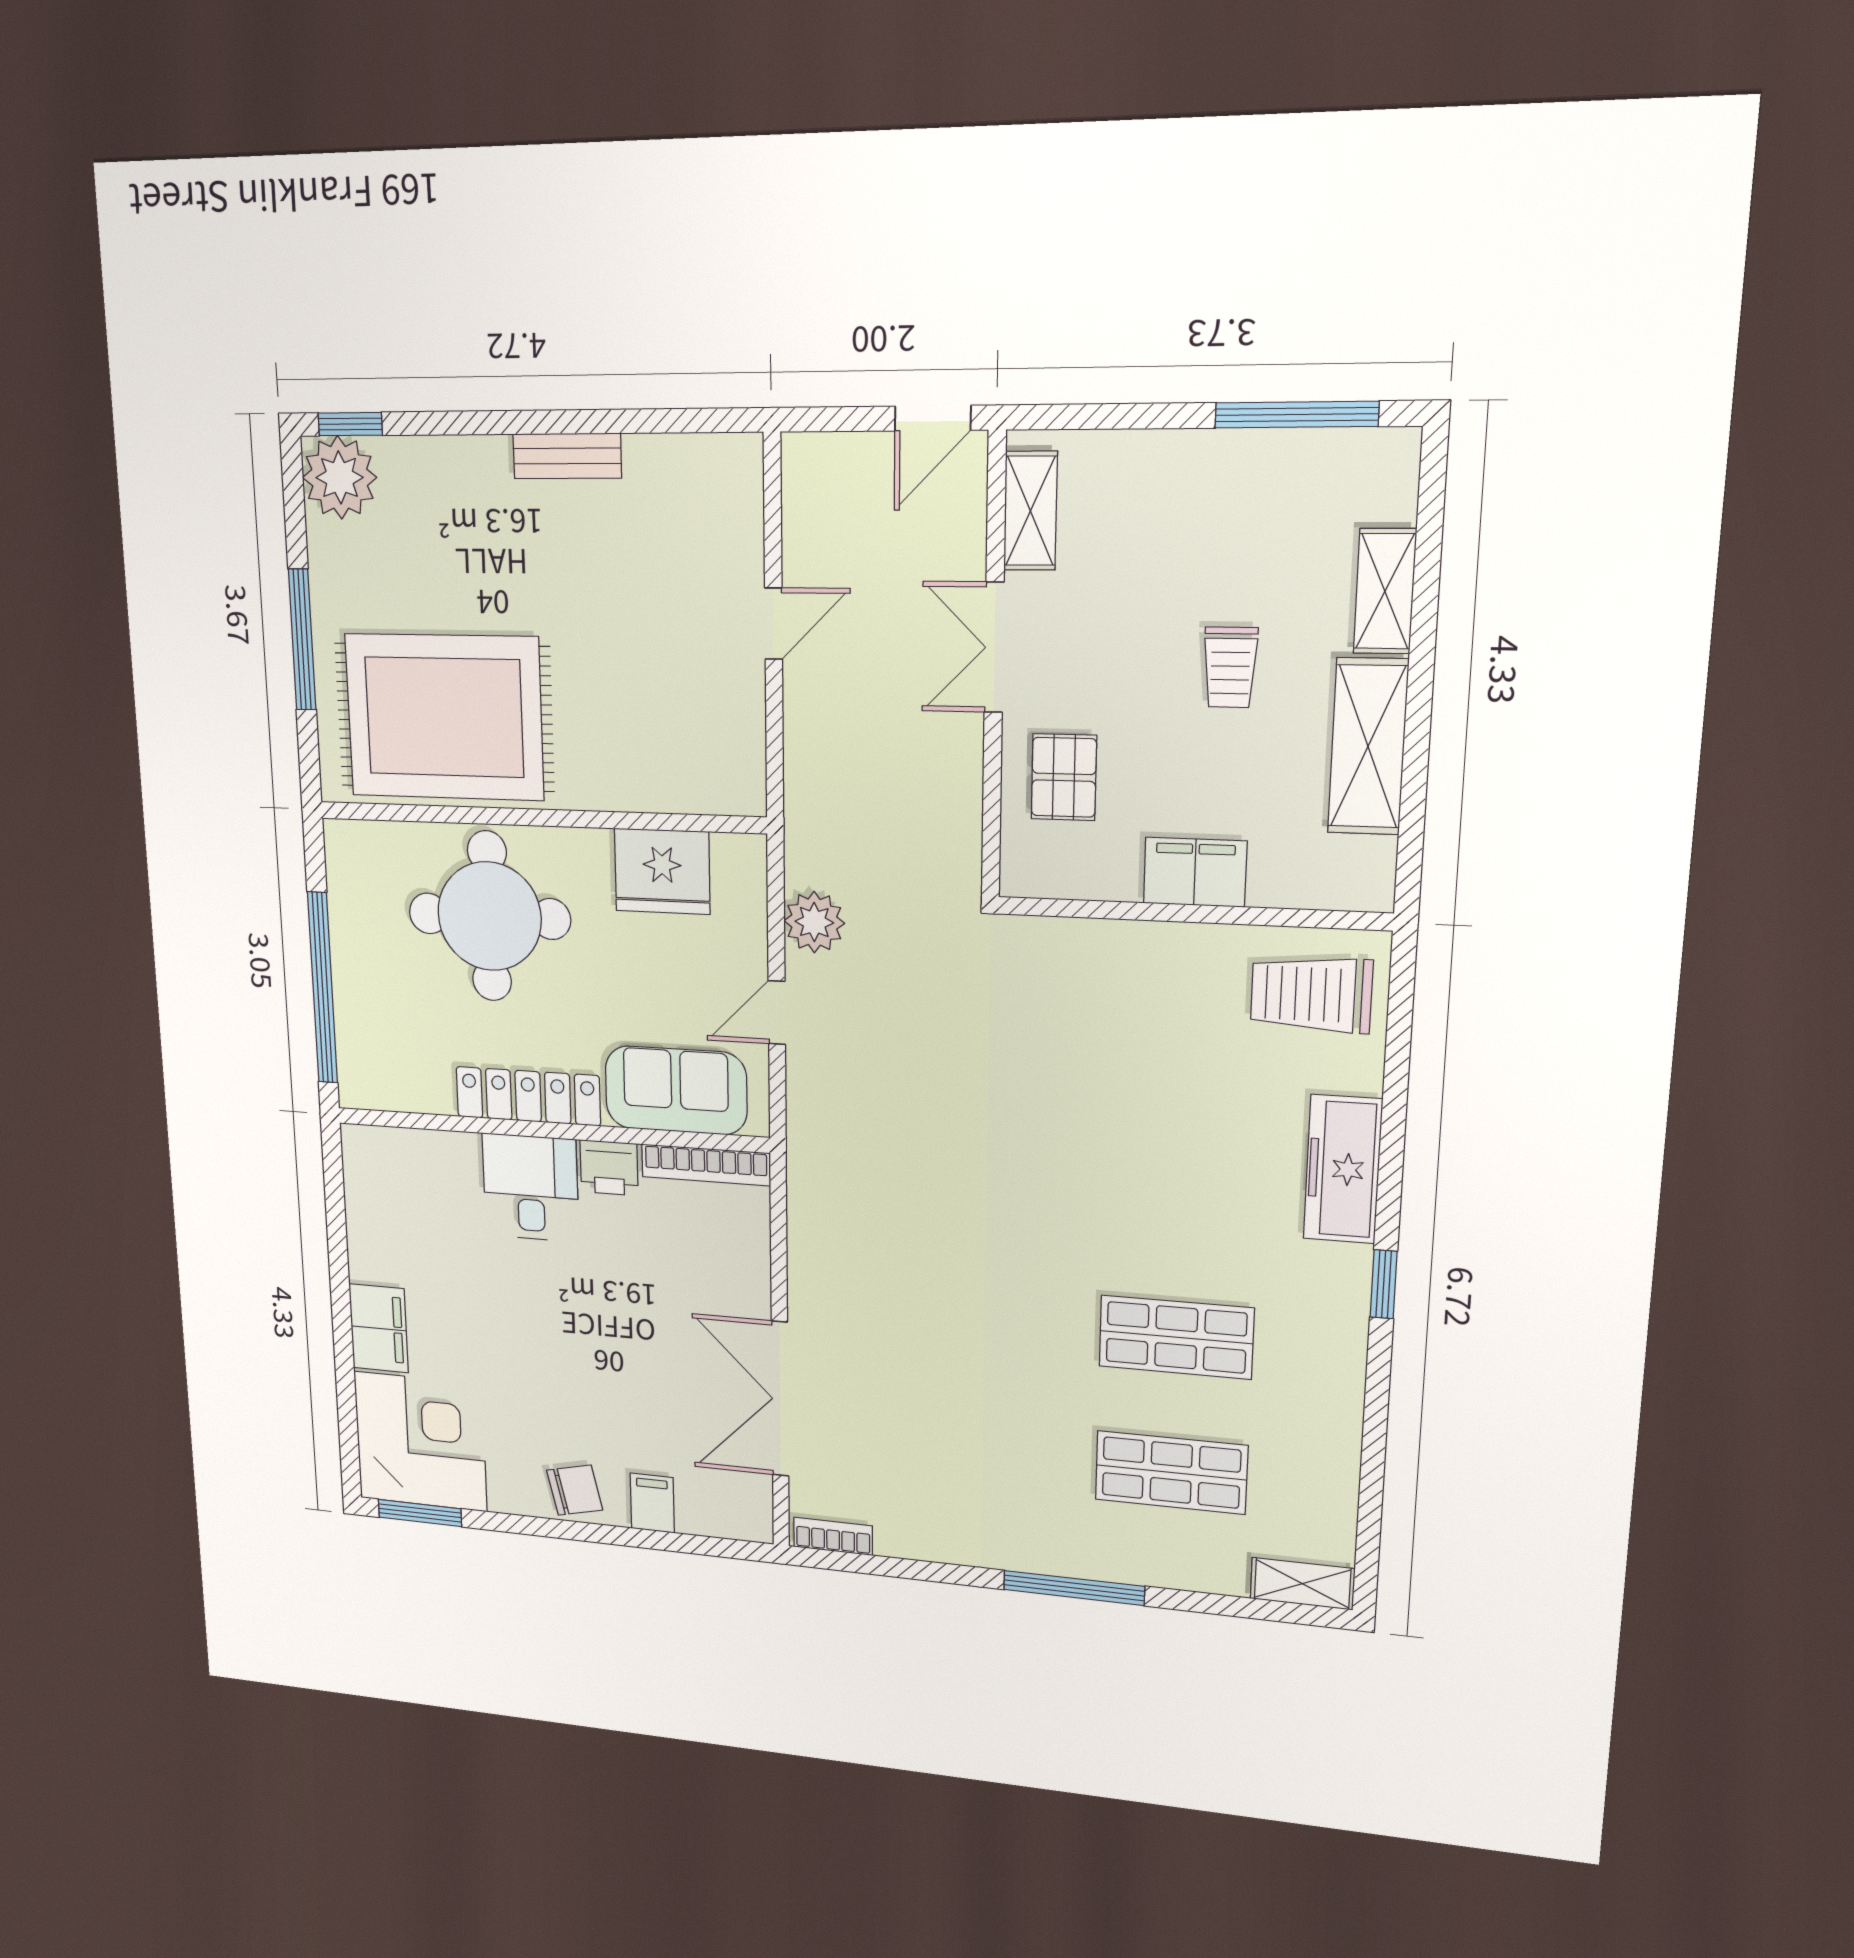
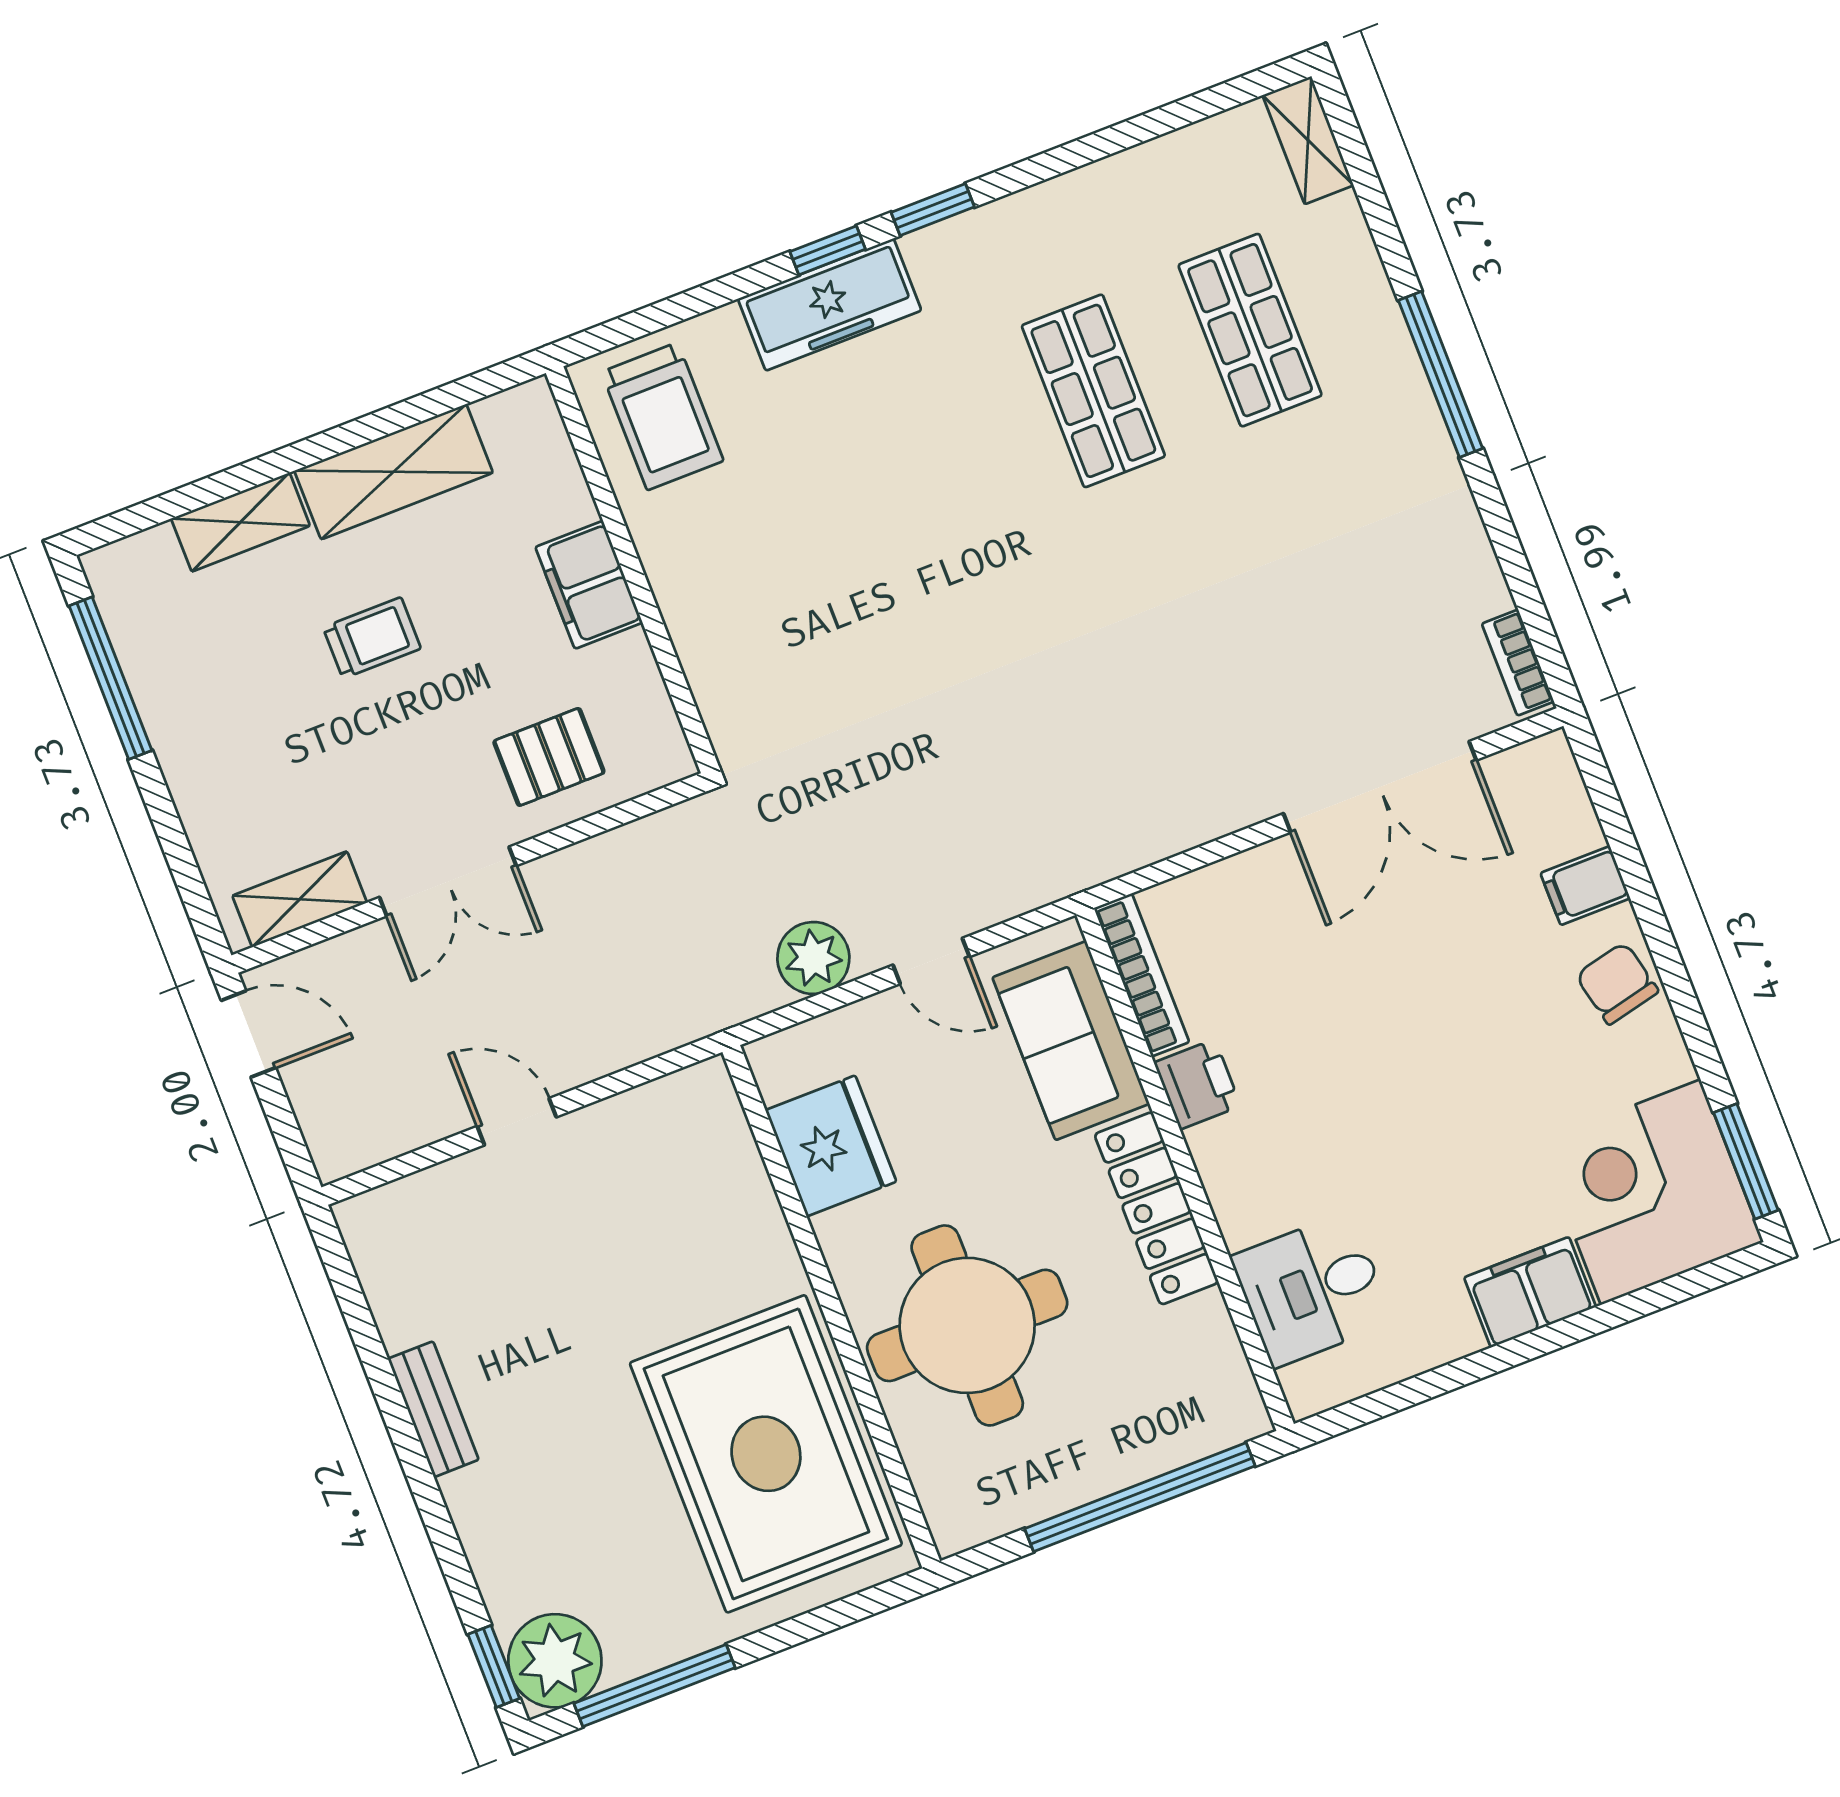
window: (302, 640) -> (655, 1685), moved
desk: (531, 1188) -> (1312, 1289), moved
window: (1390, 1188) -> (828, 250), added

